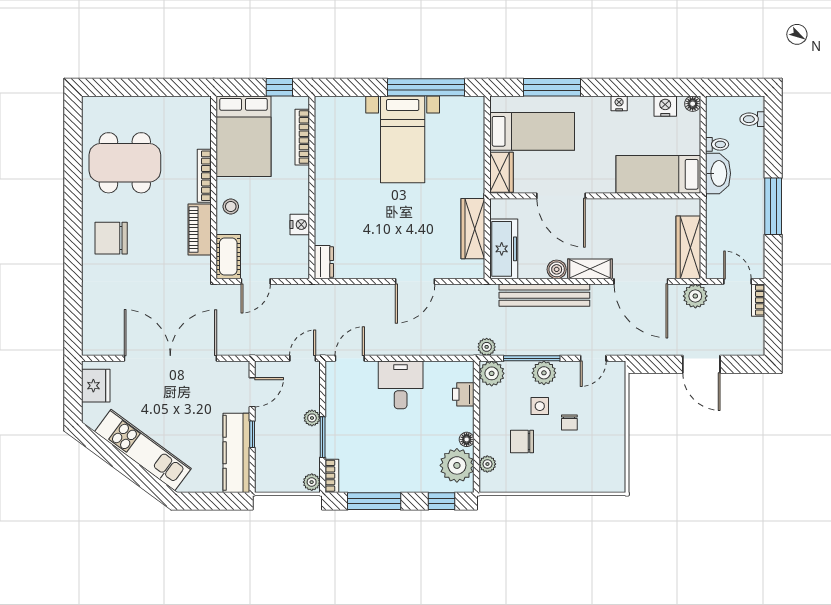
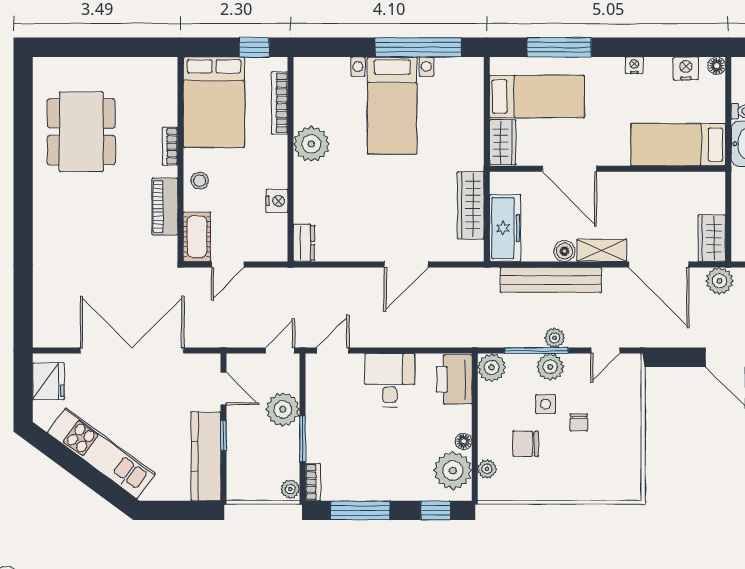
dining table: (125, 163) -> (81, 132), turned 90
plant: (330, 174) -> (311, 144), added
bookcase: (204, 176) -> (170, 146), width x0.64
chair: (111, 238) -> (66, 216), removed
wardrobe: (688, 247) -> (712, 238), width x0.67
plant: (487, 347) -> (555, 338), moved
door: (252, 392) -> (224, 389), hinge flipped
printer: (463, 394) -> (454, 379), width x1.87, depth x1.48
plant: (312, 418) -> (283, 409), width x1.87, depth x1.87

